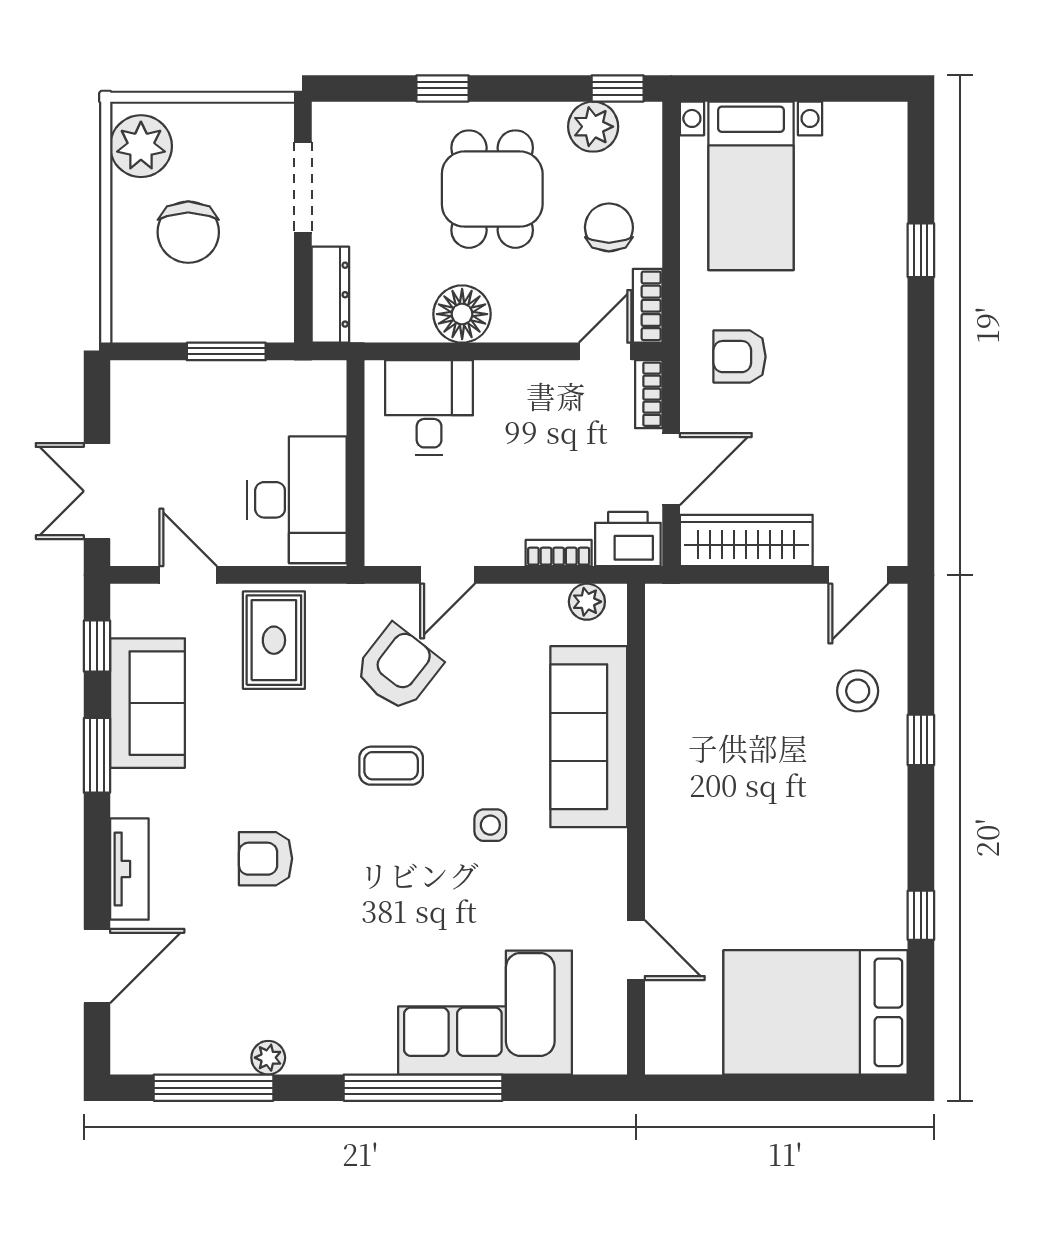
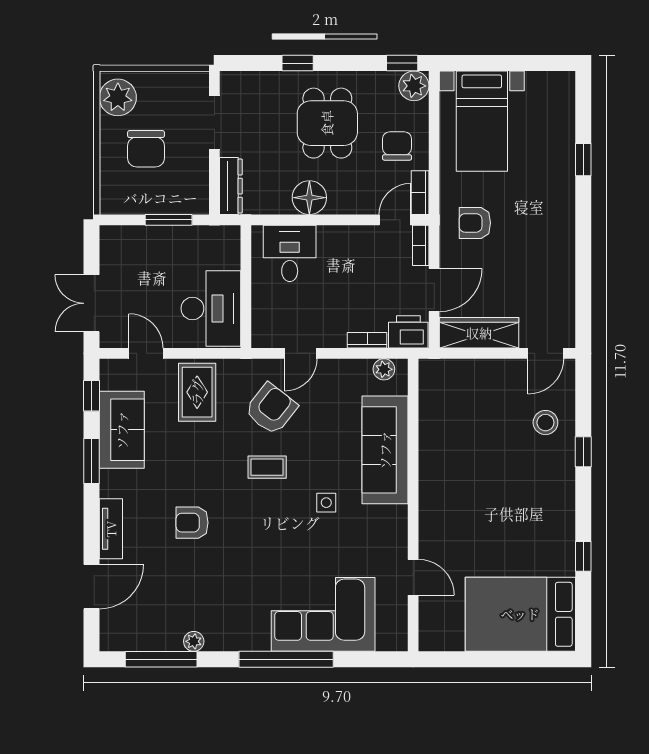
plant: (593, 127) -> (414, 86), moved

